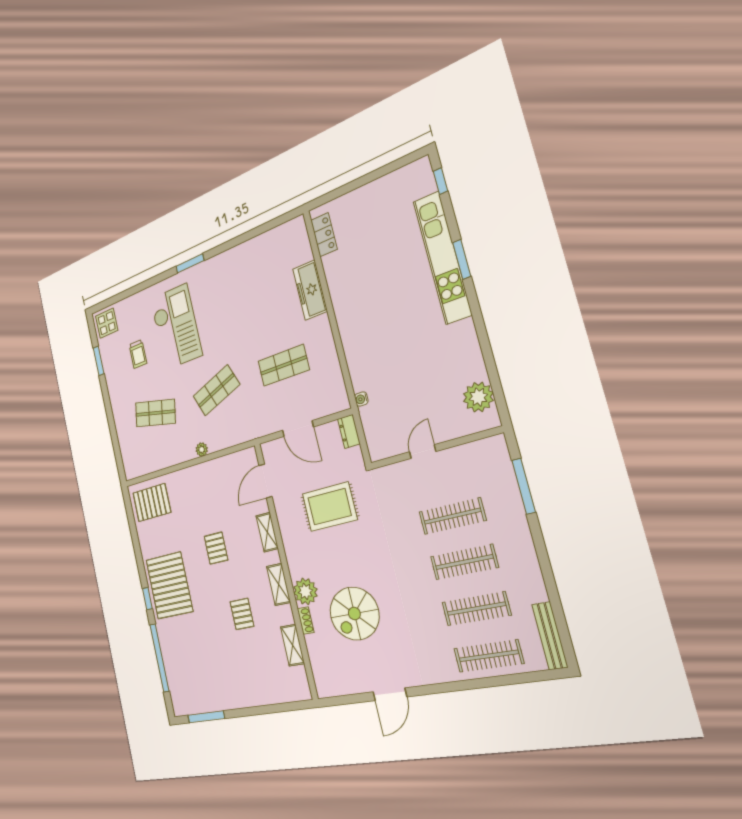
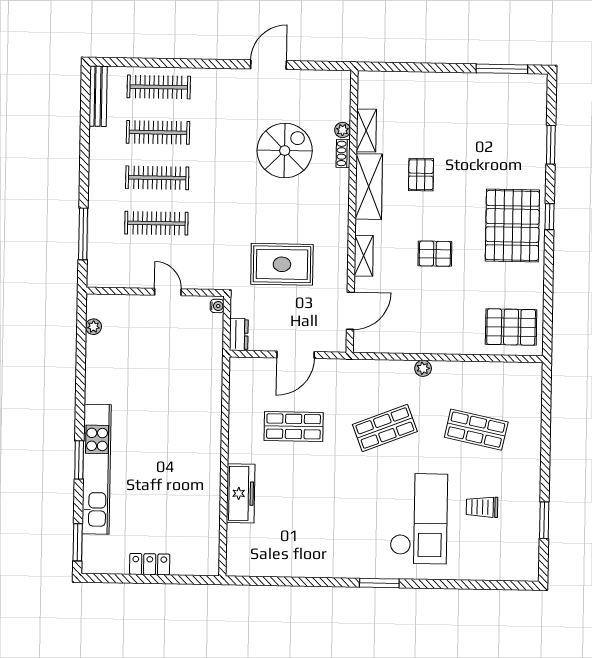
window: (440, 181) -> (78, 542), width x1.50
locker: (324, 235) -> (150, 564), moved, turned 90
display table: (107, 323) -> (519, 561), removed
checkout: (176, 327) -> (419, 519), turned 180
trolley: (138, 354) -> (482, 507), turned -90
plant: (478, 397) -> (93, 327), width x0.53, depth x0.53
water cooler: (361, 399) -> (217, 306), moved
door: (298, 429) -> (296, 355), swing flipped
door: (423, 452) -> (168, 292), swing flipped
pallet: (216, 548) -> (435, 254), turned 90
shelving: (279, 584) -> (369, 187), width x1.50, depth x1.33
plant: (305, 591) -> (343, 130), moved, width x0.53, depth x0.53
window: (159, 658) -> (551, 145), width x0.47

